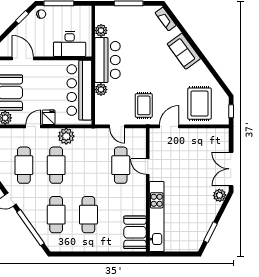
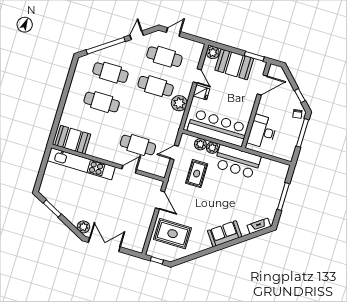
plant: (101, 30) -> (200, 144), moved
rug: (144, 105) -> (197, 174), moved, turned 90

